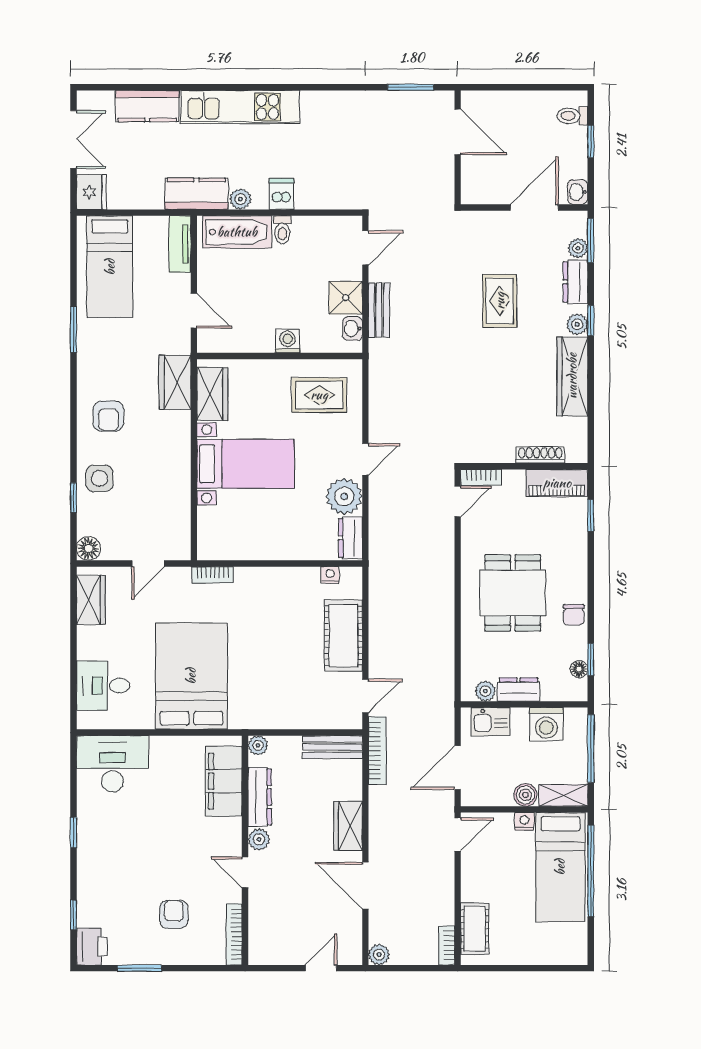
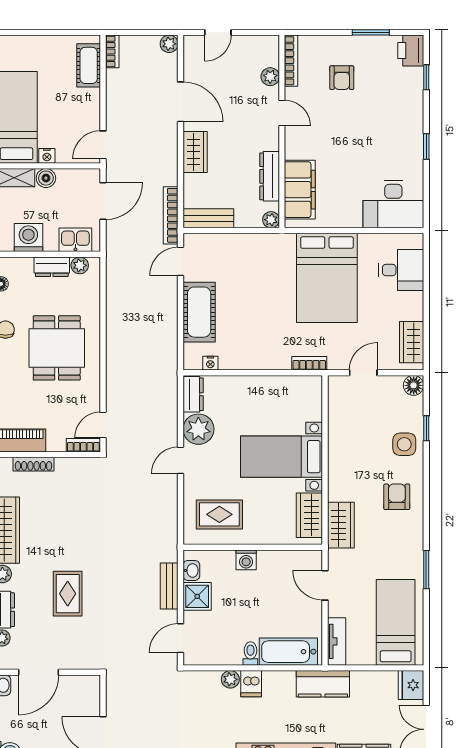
plant: (240, 199) -> (230, 679), moved
plant: (259, 839) -> (270, 77), moved

